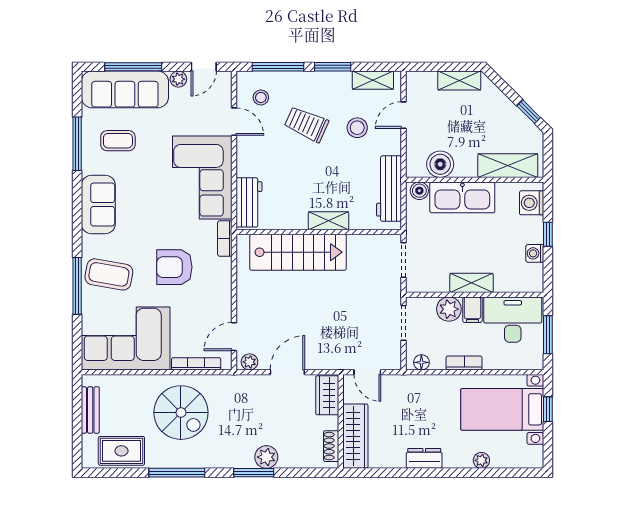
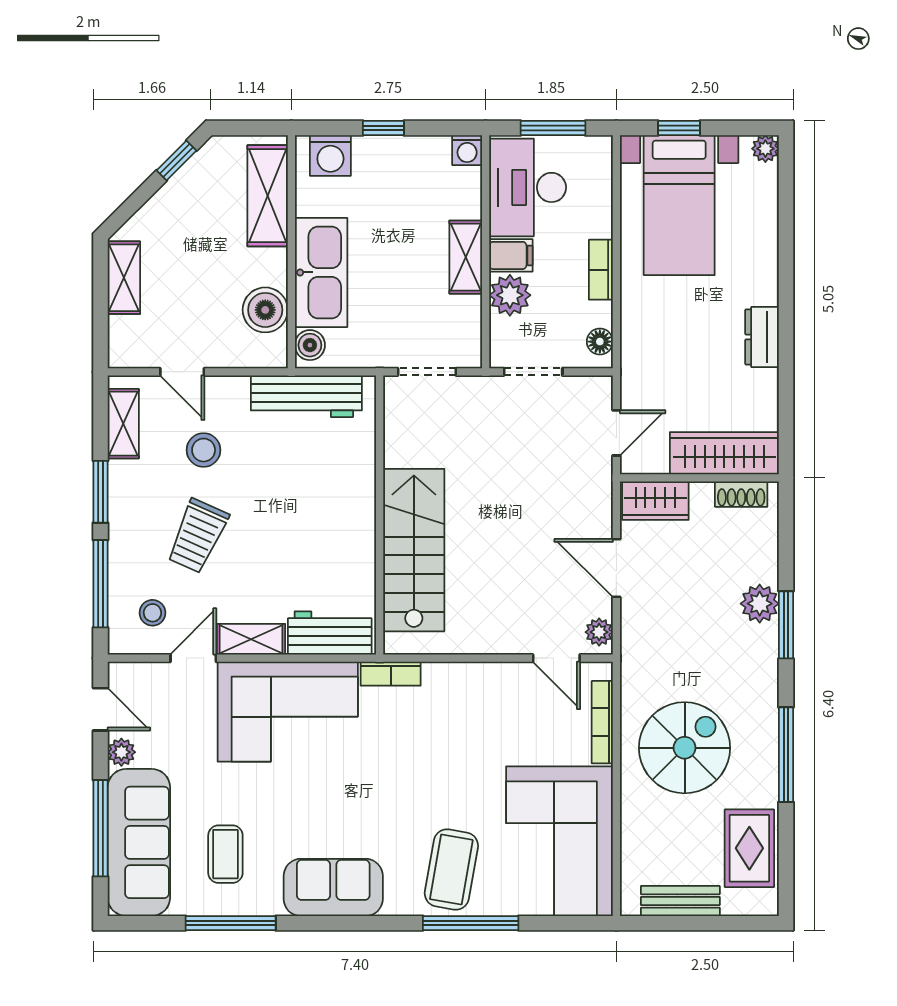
shelving: (328, 221) -> (251, 639), moved, turned 90
washing machine: (535, 253) -> (467, 150), moved
armchair: (174, 267) -> (439, 759), removed
plant: (481, 460) -> (765, 149), moved

